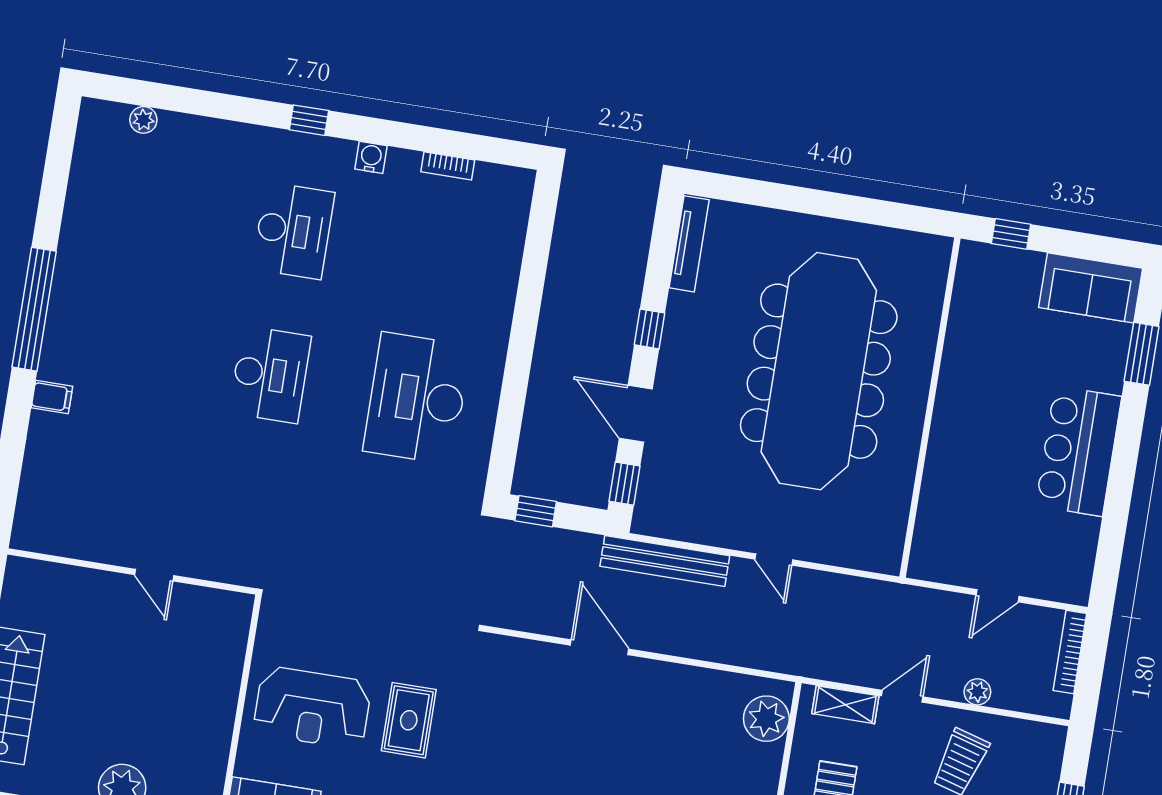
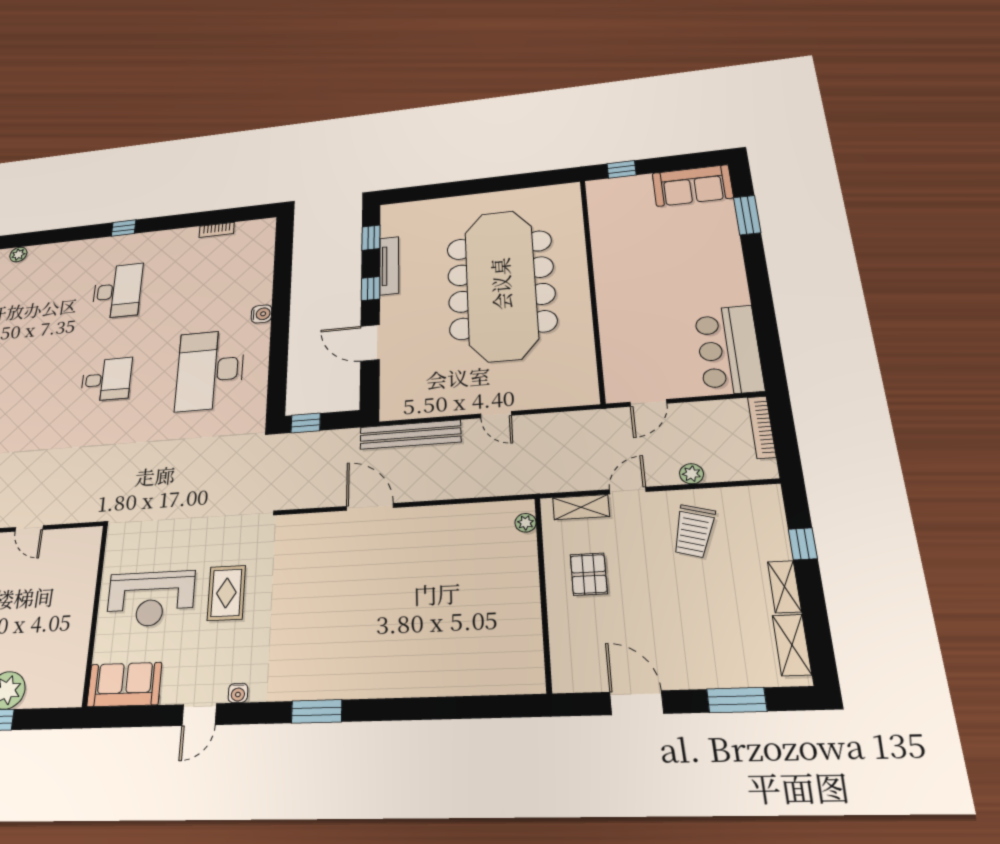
water cooler: (371, 157) -> (262, 314), moved, turned 90
tv unit: (689, 244) -> (389, 266), moved
desk: (270, 375) -> (106, 379), width x0.73
bar counter: (1079, 451) -> (729, 350), moved
window: (624, 484) -> (371, 238), moved
door: (998, 596) -> (648, 403), moved
plant: (766, 719) -> (526, 523), width x0.53, depth x0.53

